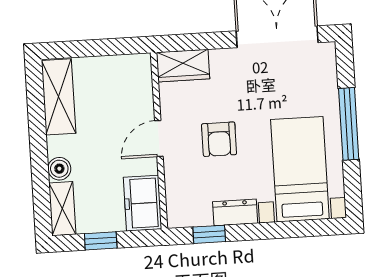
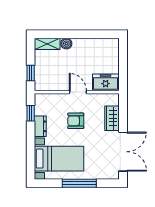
wardrobe: (183, 66) -> (112, 118), moved
shelving: (59, 97) -> (101, 45), removed
freezer: (143, 203) -> (106, 82), moved
window: (101, 241) -> (31, 73), moved

